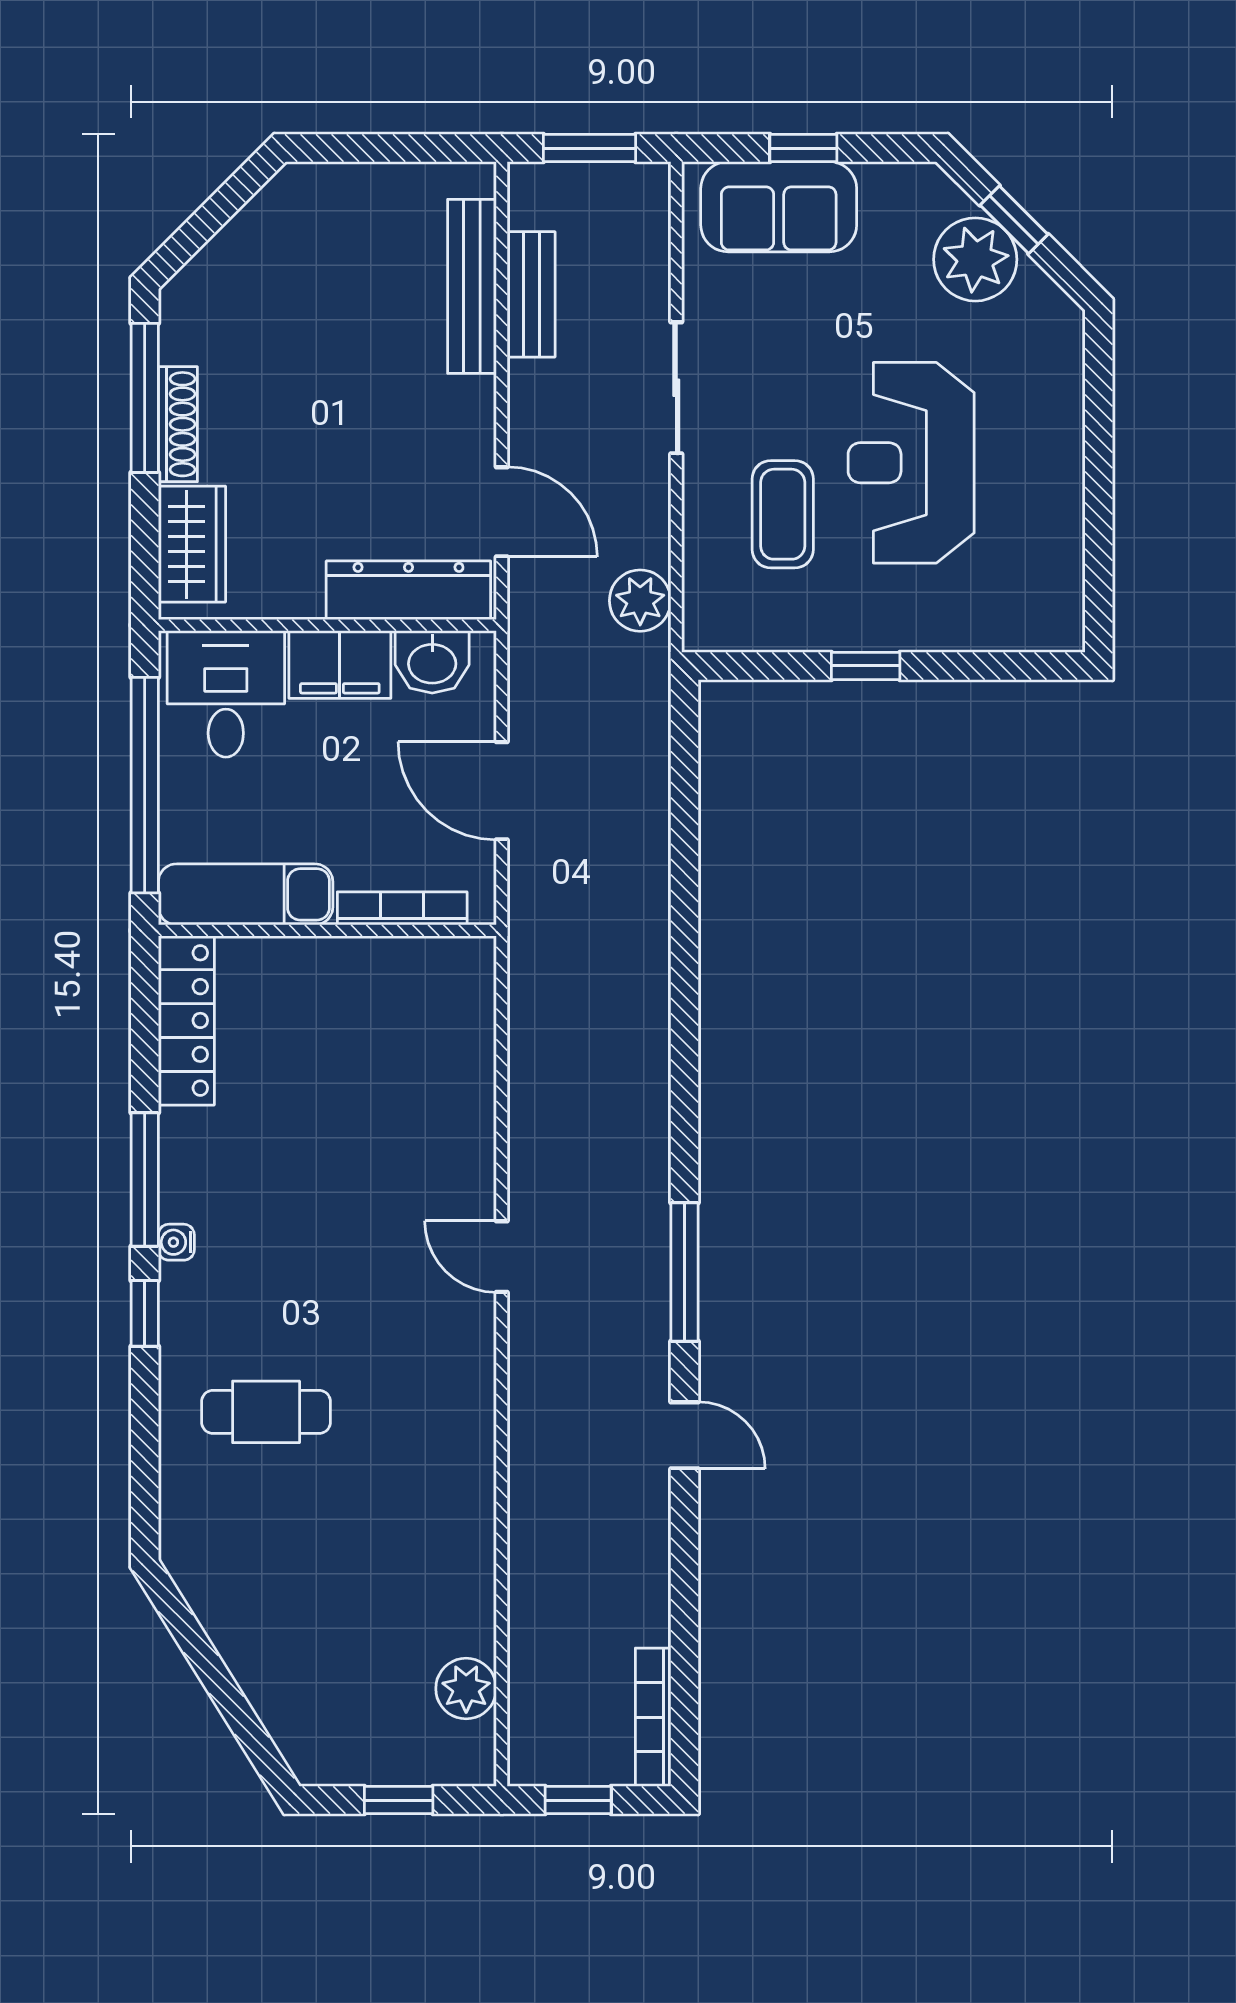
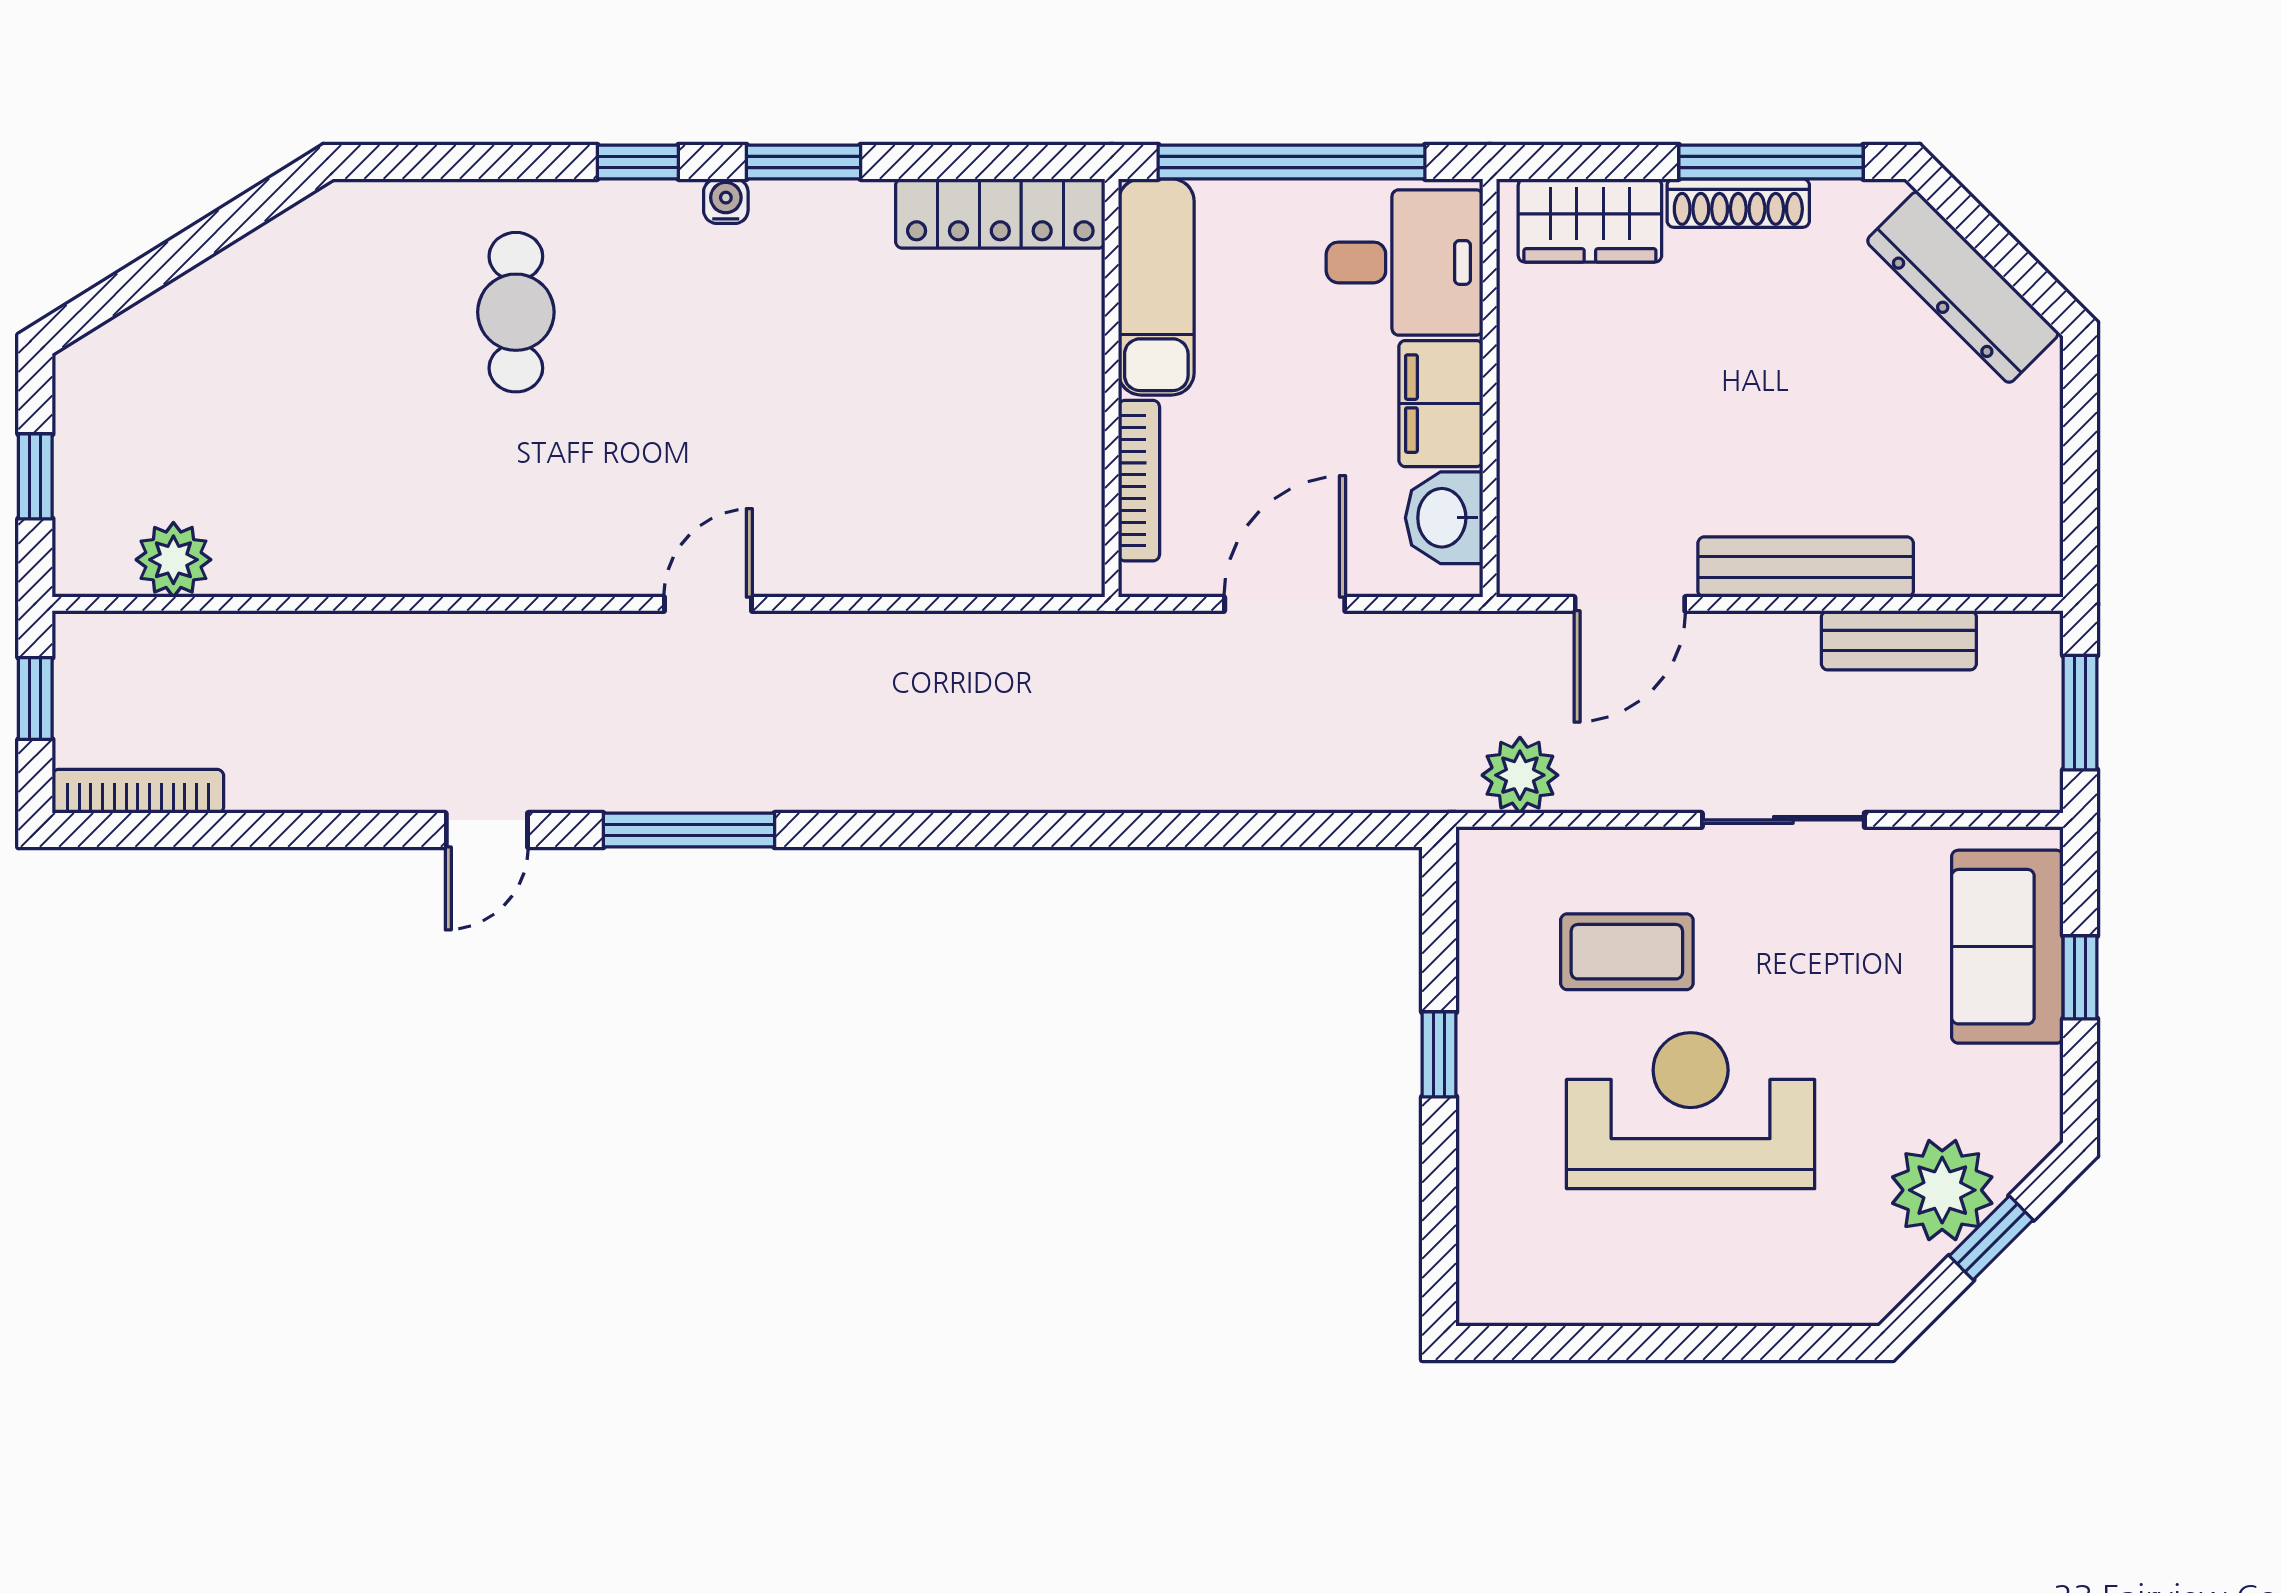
bench: (472, 286) -> (1806, 567), moved
dresser: (408, 590) -> (1963, 287), moved, turned 135
window: (145, 1179) -> (803, 162), width x0.69

